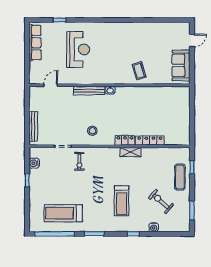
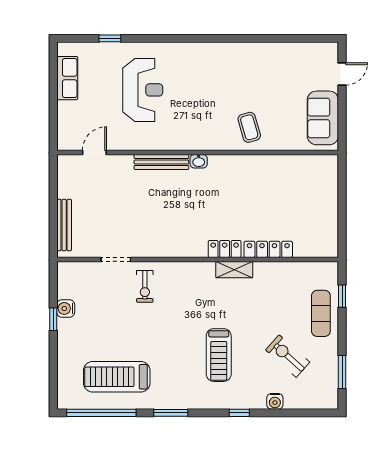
row of seats: (35, 43) -> (67, 78), width x0.68
stool: (92, 131) -> (168, 232), removed
water cooler: (34, 163) -> (66, 308), moved

